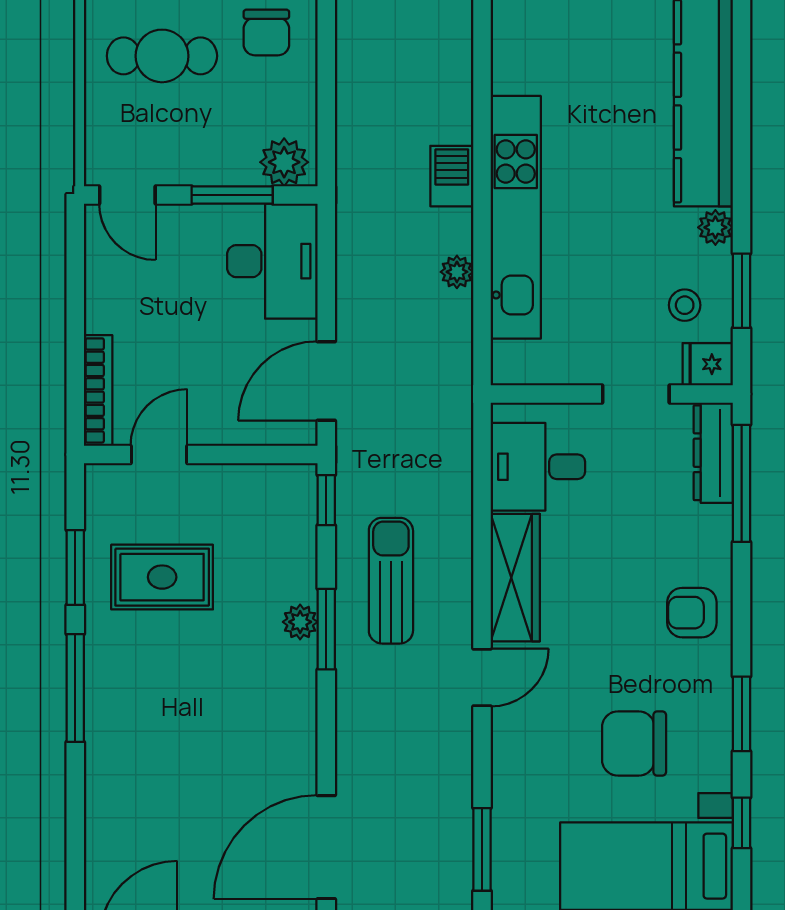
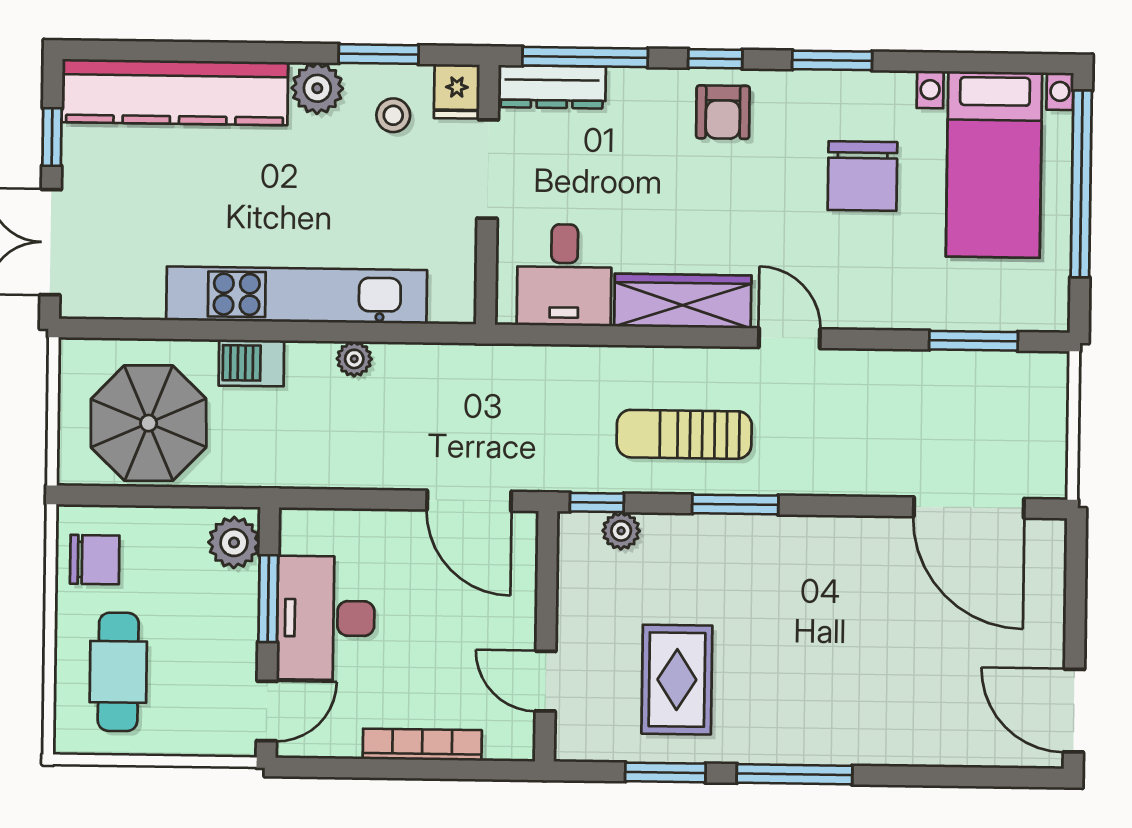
parasol: (394, 81) -> (149, 423), added
plant: (715, 227) -> (317, 88), width x1.38, depth x1.38
desk: (272, 261) -> (326, 618), moved, turned -90
bookcase: (98, 390) -> (422, 745), moved
doorway: (636, 394) -> (488, 169), width x1.38
plant: (300, 622) -> (621, 531), moved
window: (742, 823) -> (715, 59), moved

